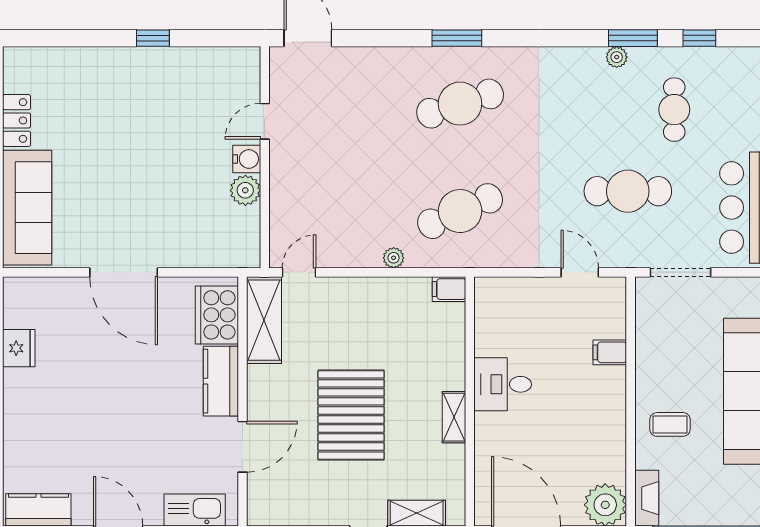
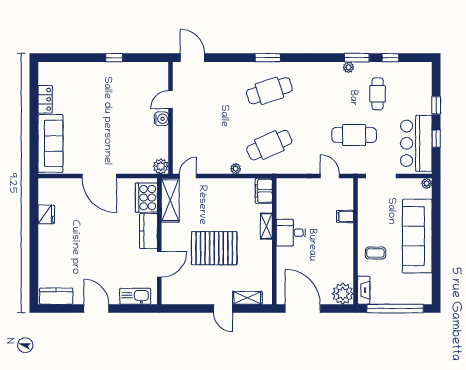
plant: (245, 190) -> (161, 166), moved
filing cabinet: (449, 289) -> (264, 191), width x2.00
pallet: (351, 415) -> (214, 248), turned 90
shelving: (454, 417) -> (266, 226), moved

